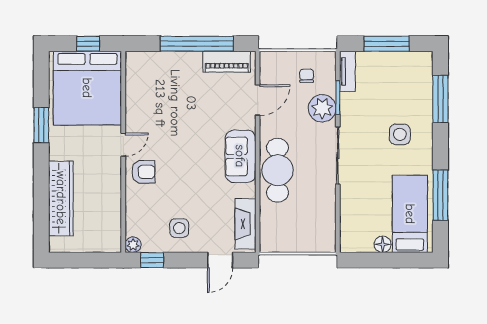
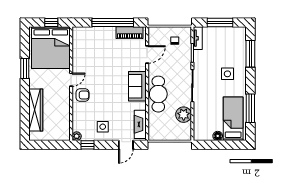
plant: (322, 108) -> (184, 115), moved

